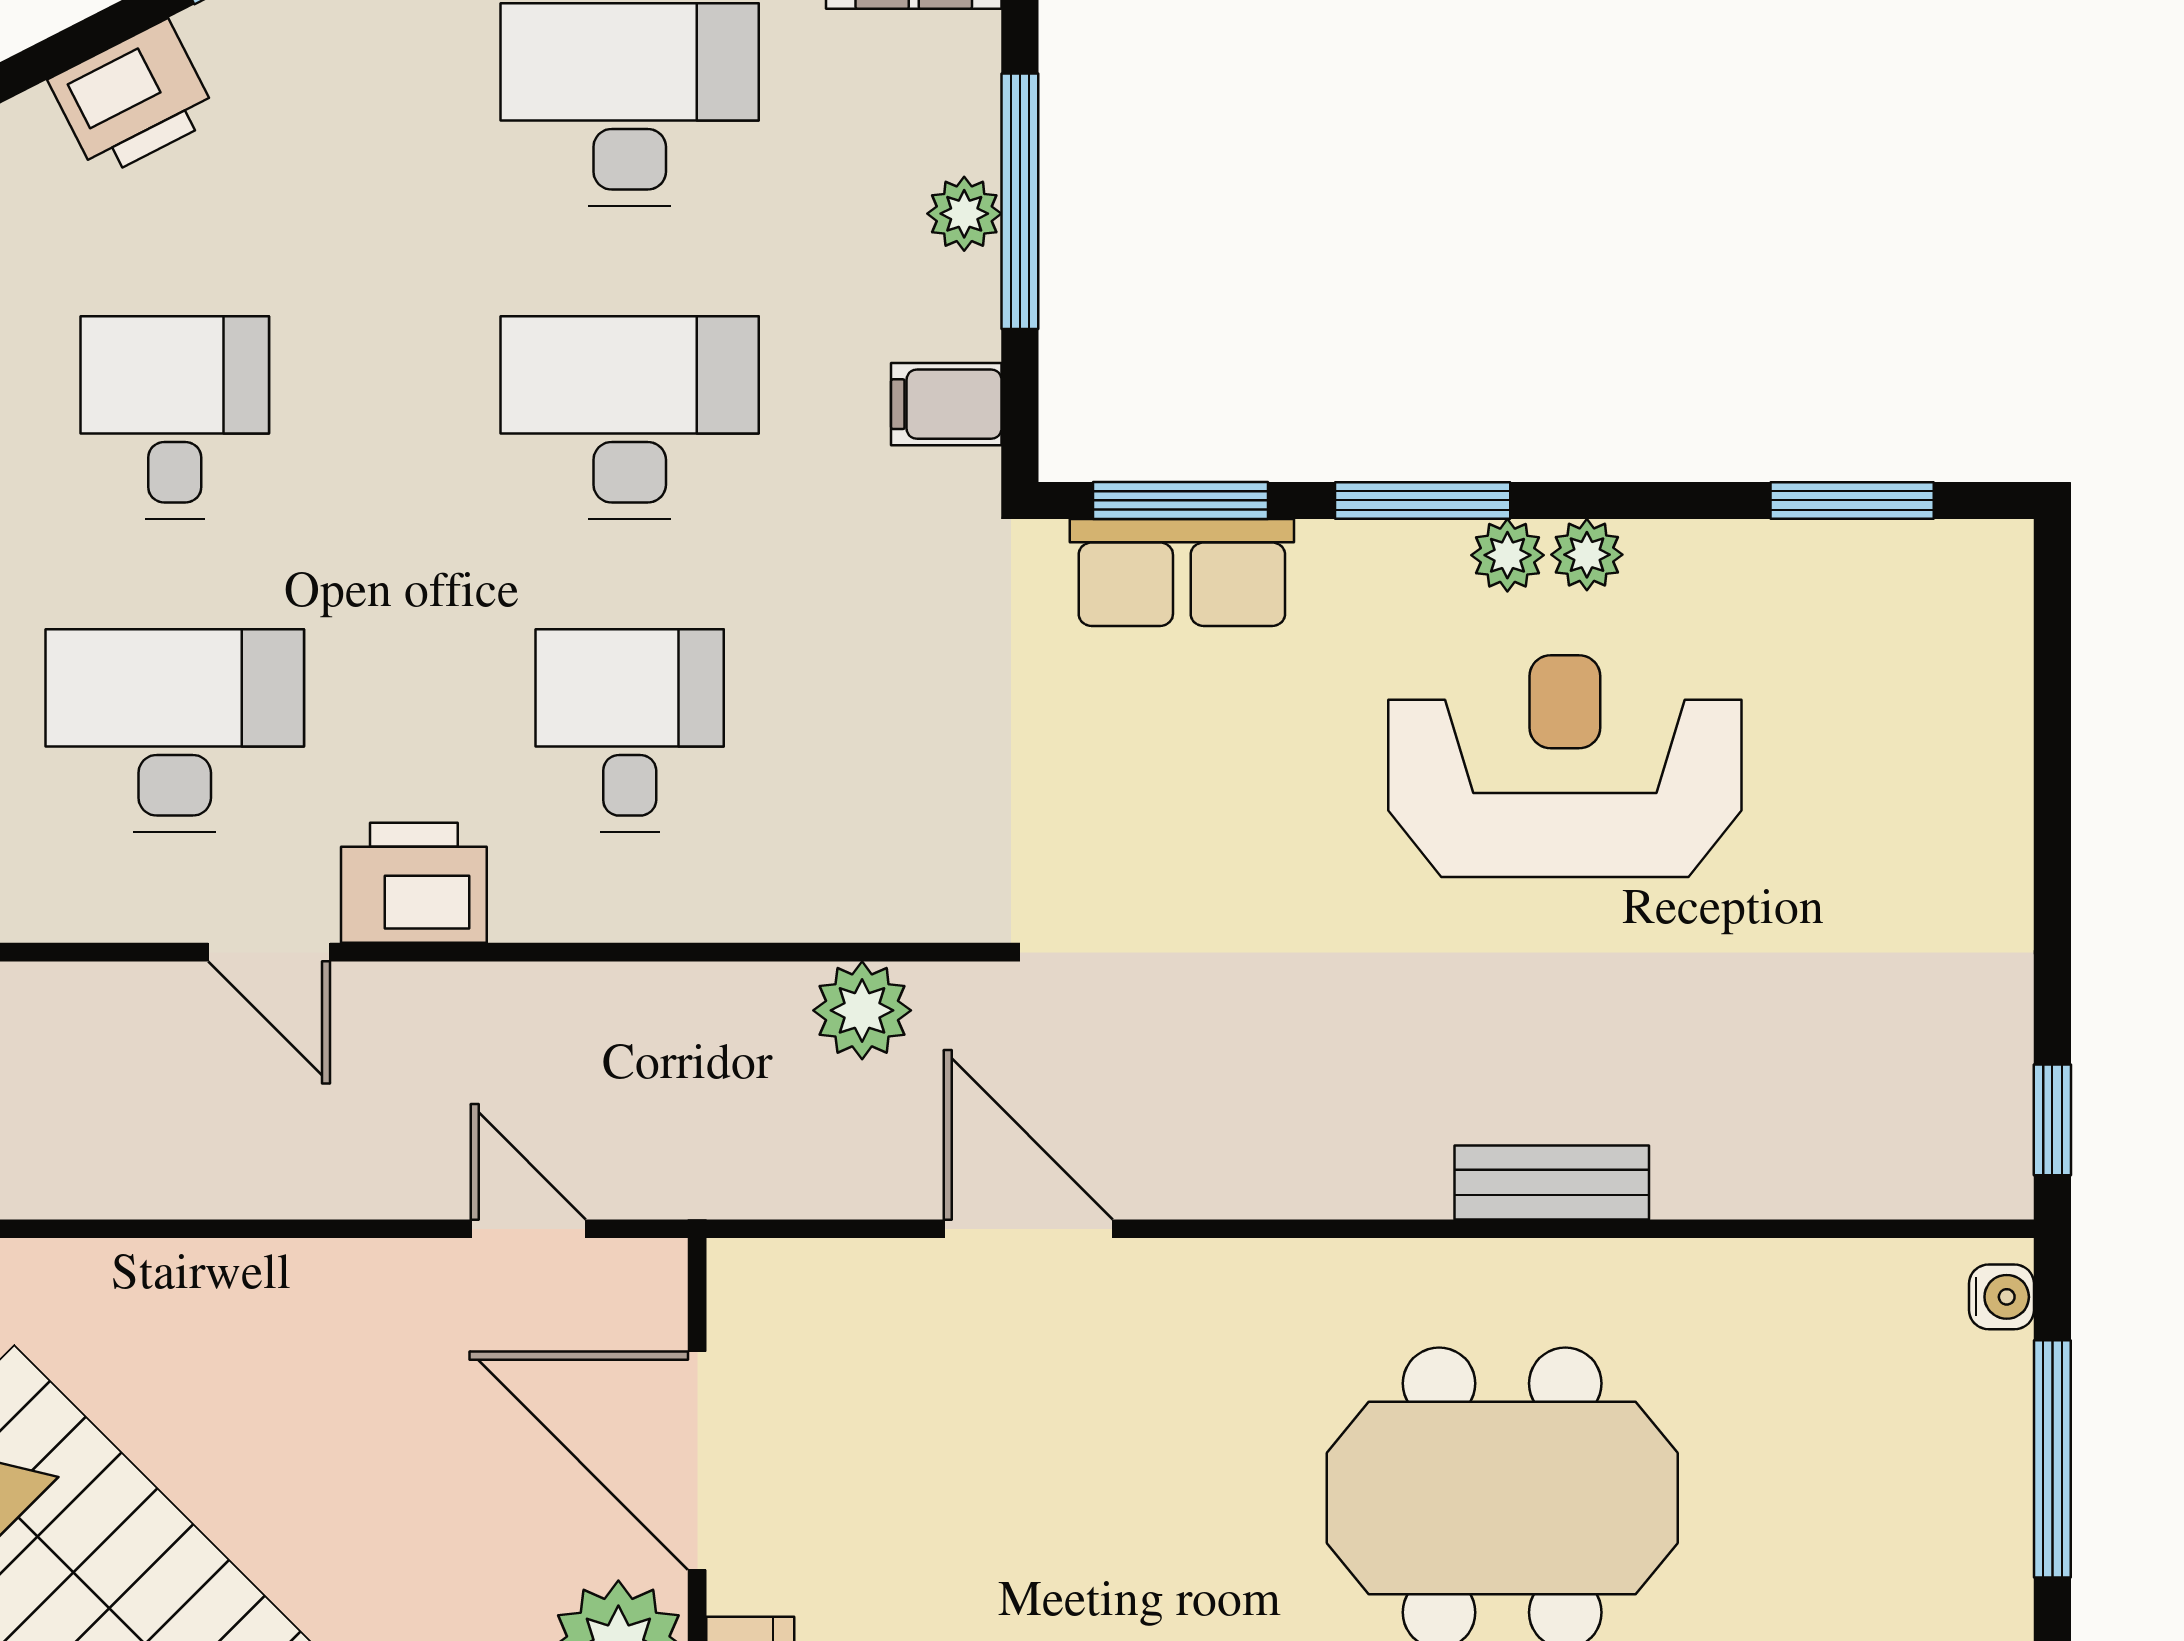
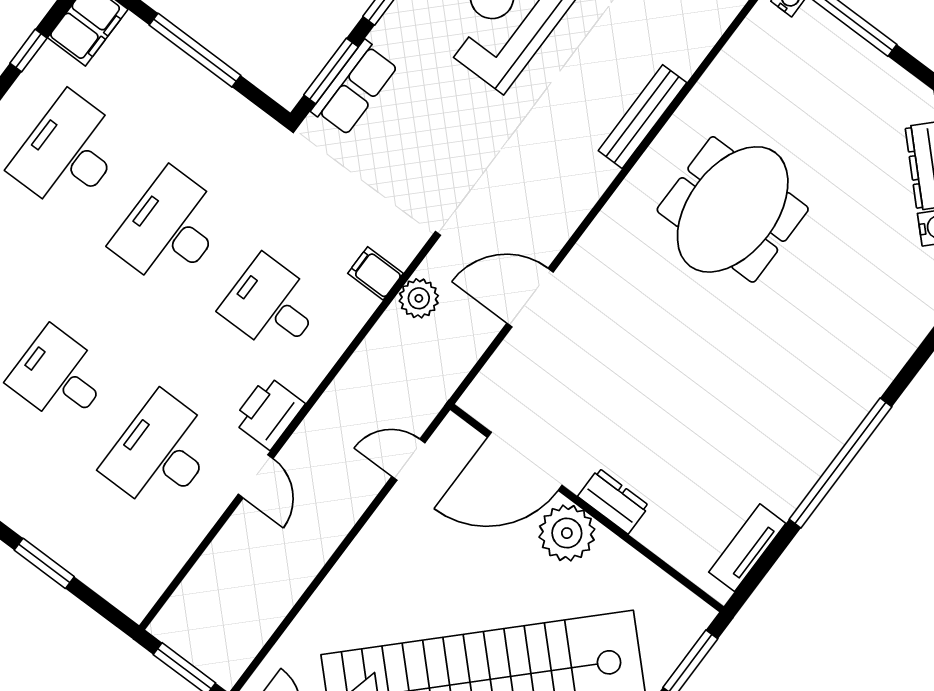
plant: (964, 214) -> (185, 71), removed
filing cabinet: (946, 404) -> (375, 273), moved, turned 90
door: (269, 952) -> (256, 476), hinge flipped
bench: (1552, 1182) -> (642, 117), width x1.36

